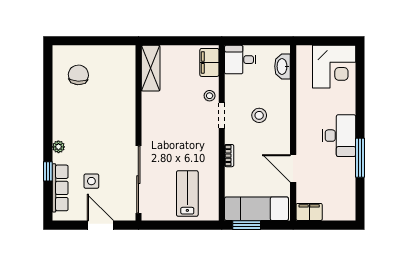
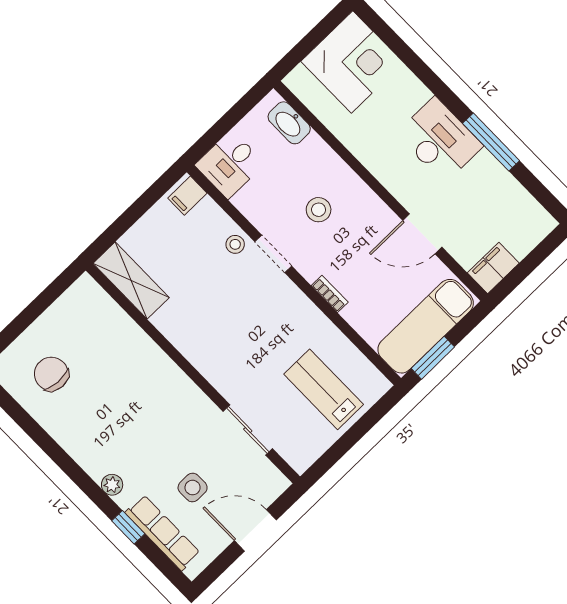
filing cabinet: (209, 62) -> (187, 196), width x0.50
sliding door: (138, 180) -> (248, 430), width x0.54

